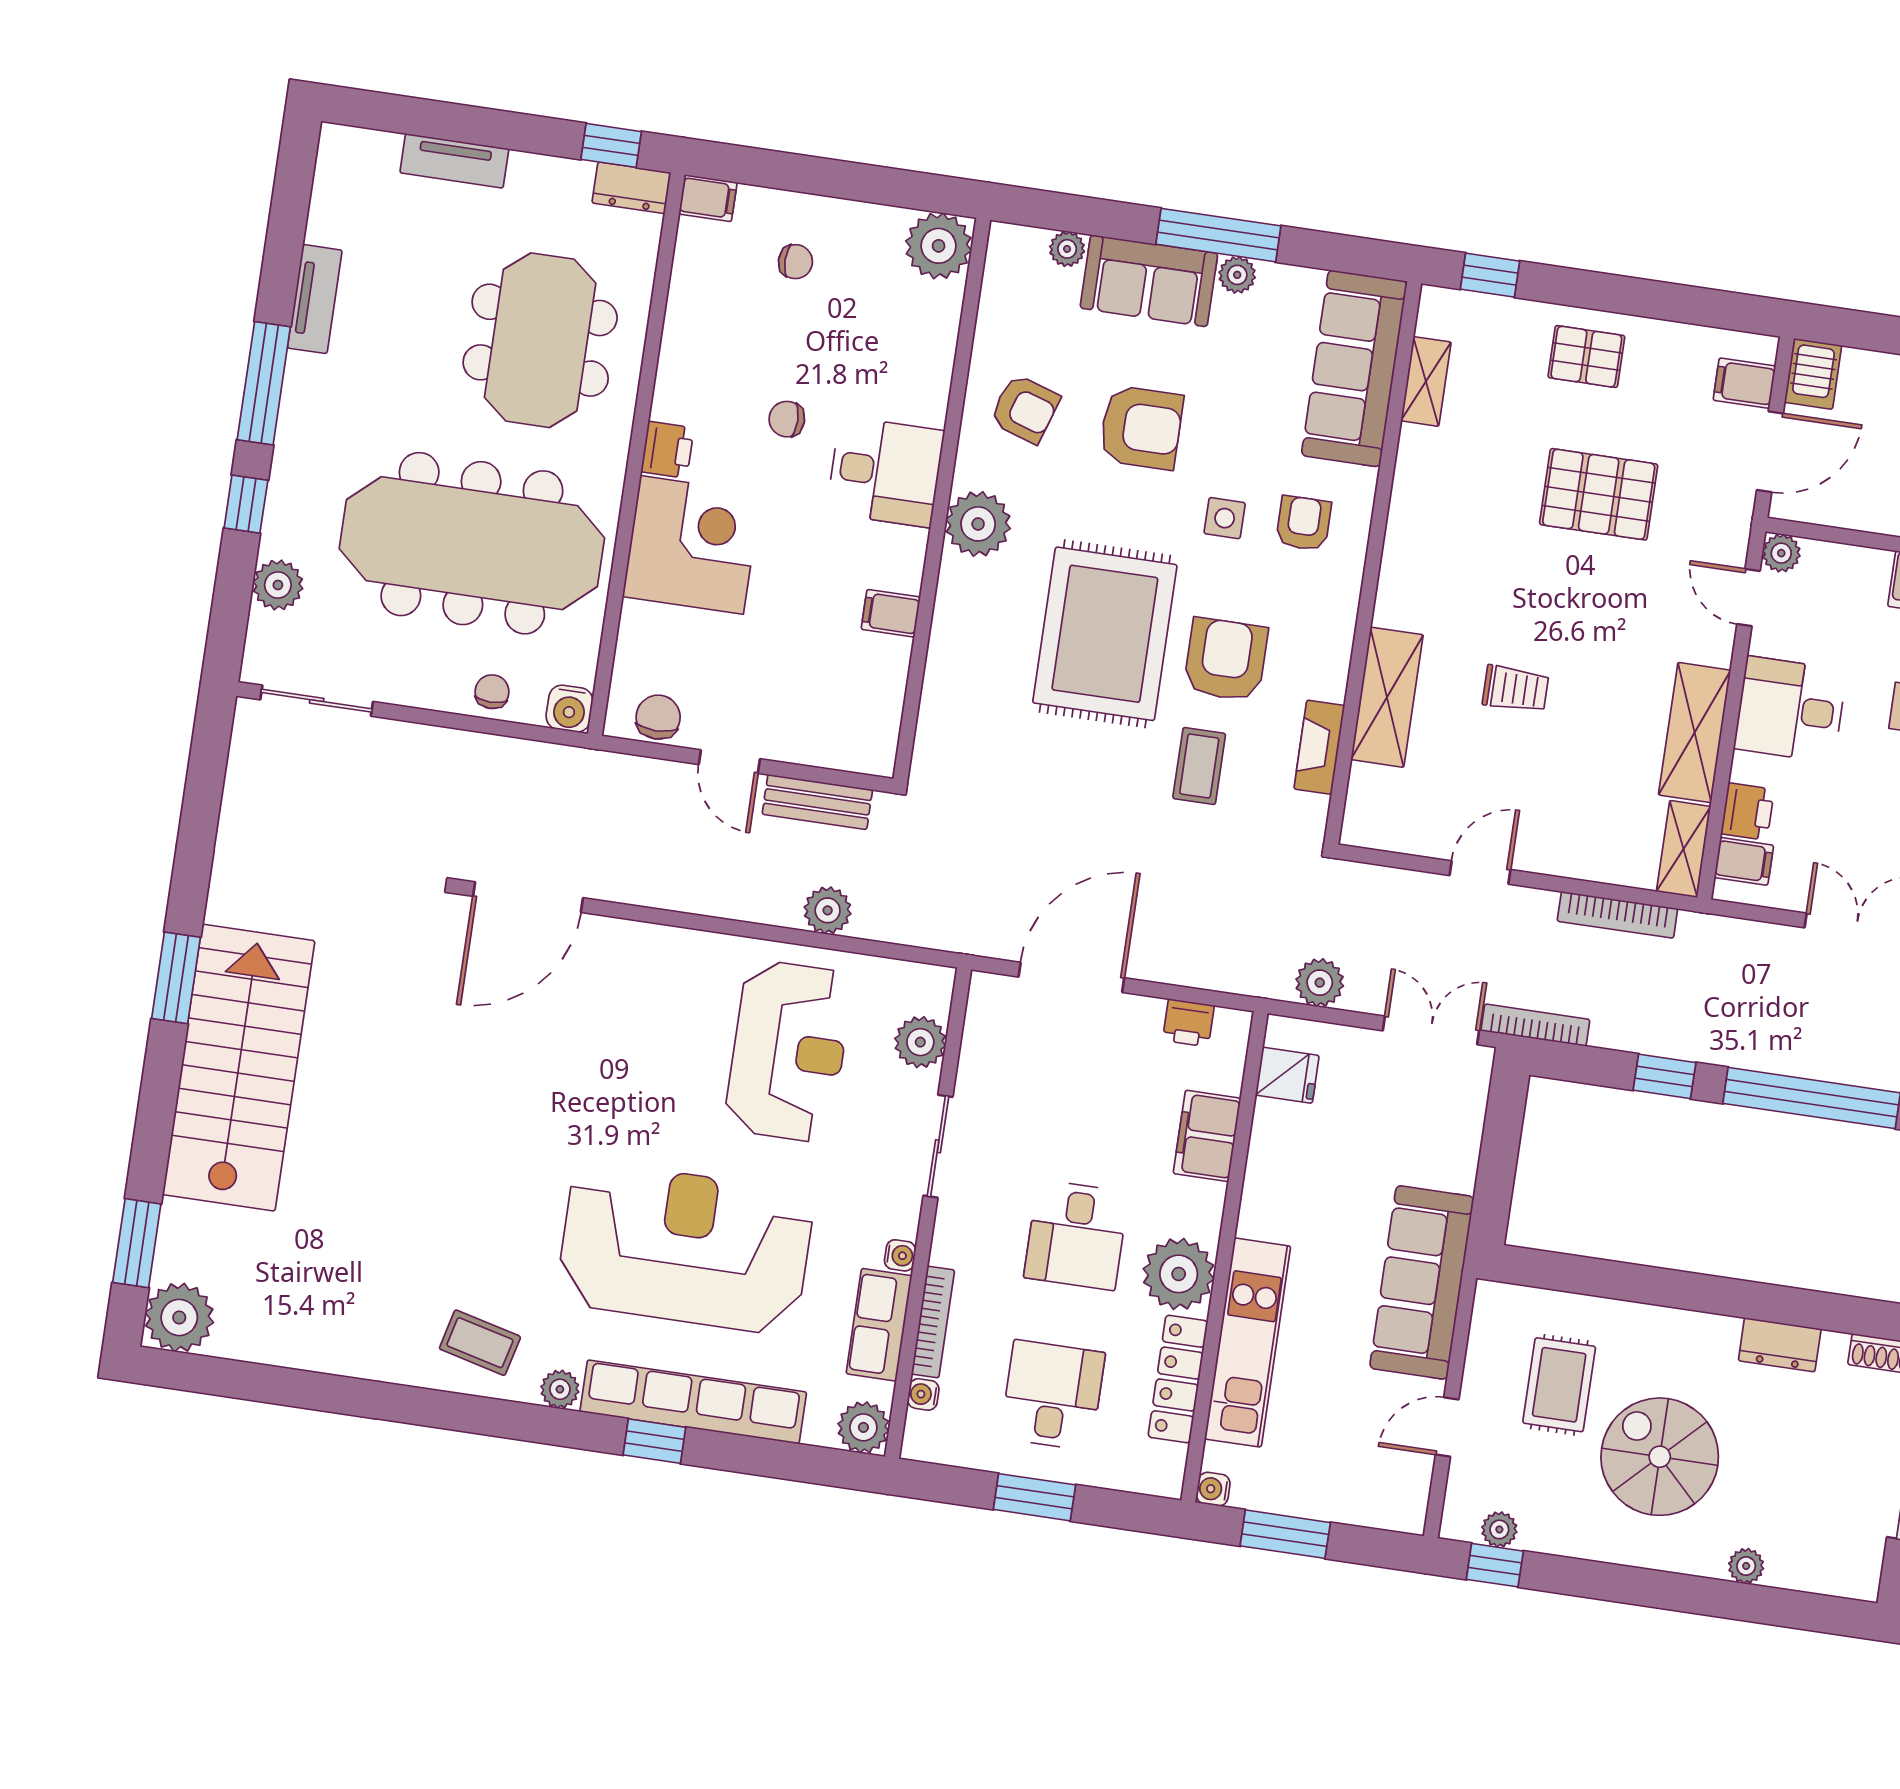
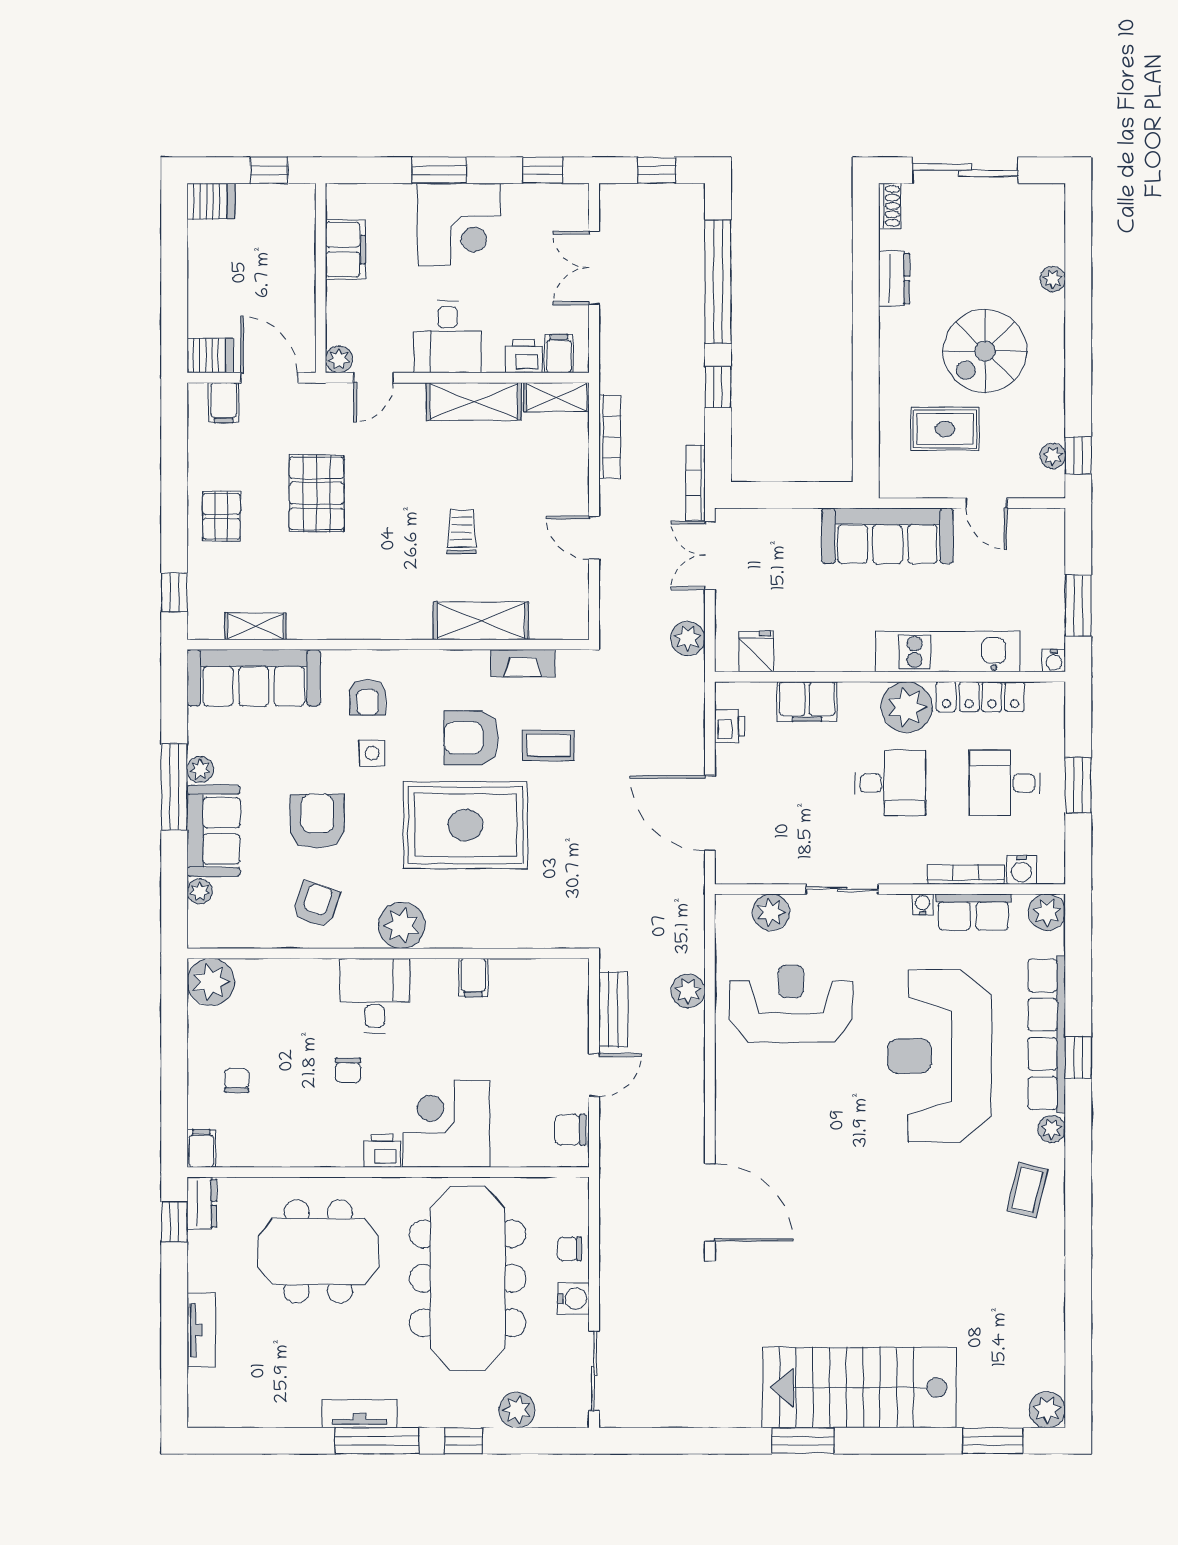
tv unit: (315, 299) -> (360, 1414), moved
armchair: (1304, 523) -> (368, 697), turned -90
water cooler: (569, 709) -> (573, 1299), moved
plant: (179, 1317) -> (1047, 1410), width x0.73, depth x0.73
water cooler: (923, 1394) -> (1022, 870), width x1.38, depth x1.38

